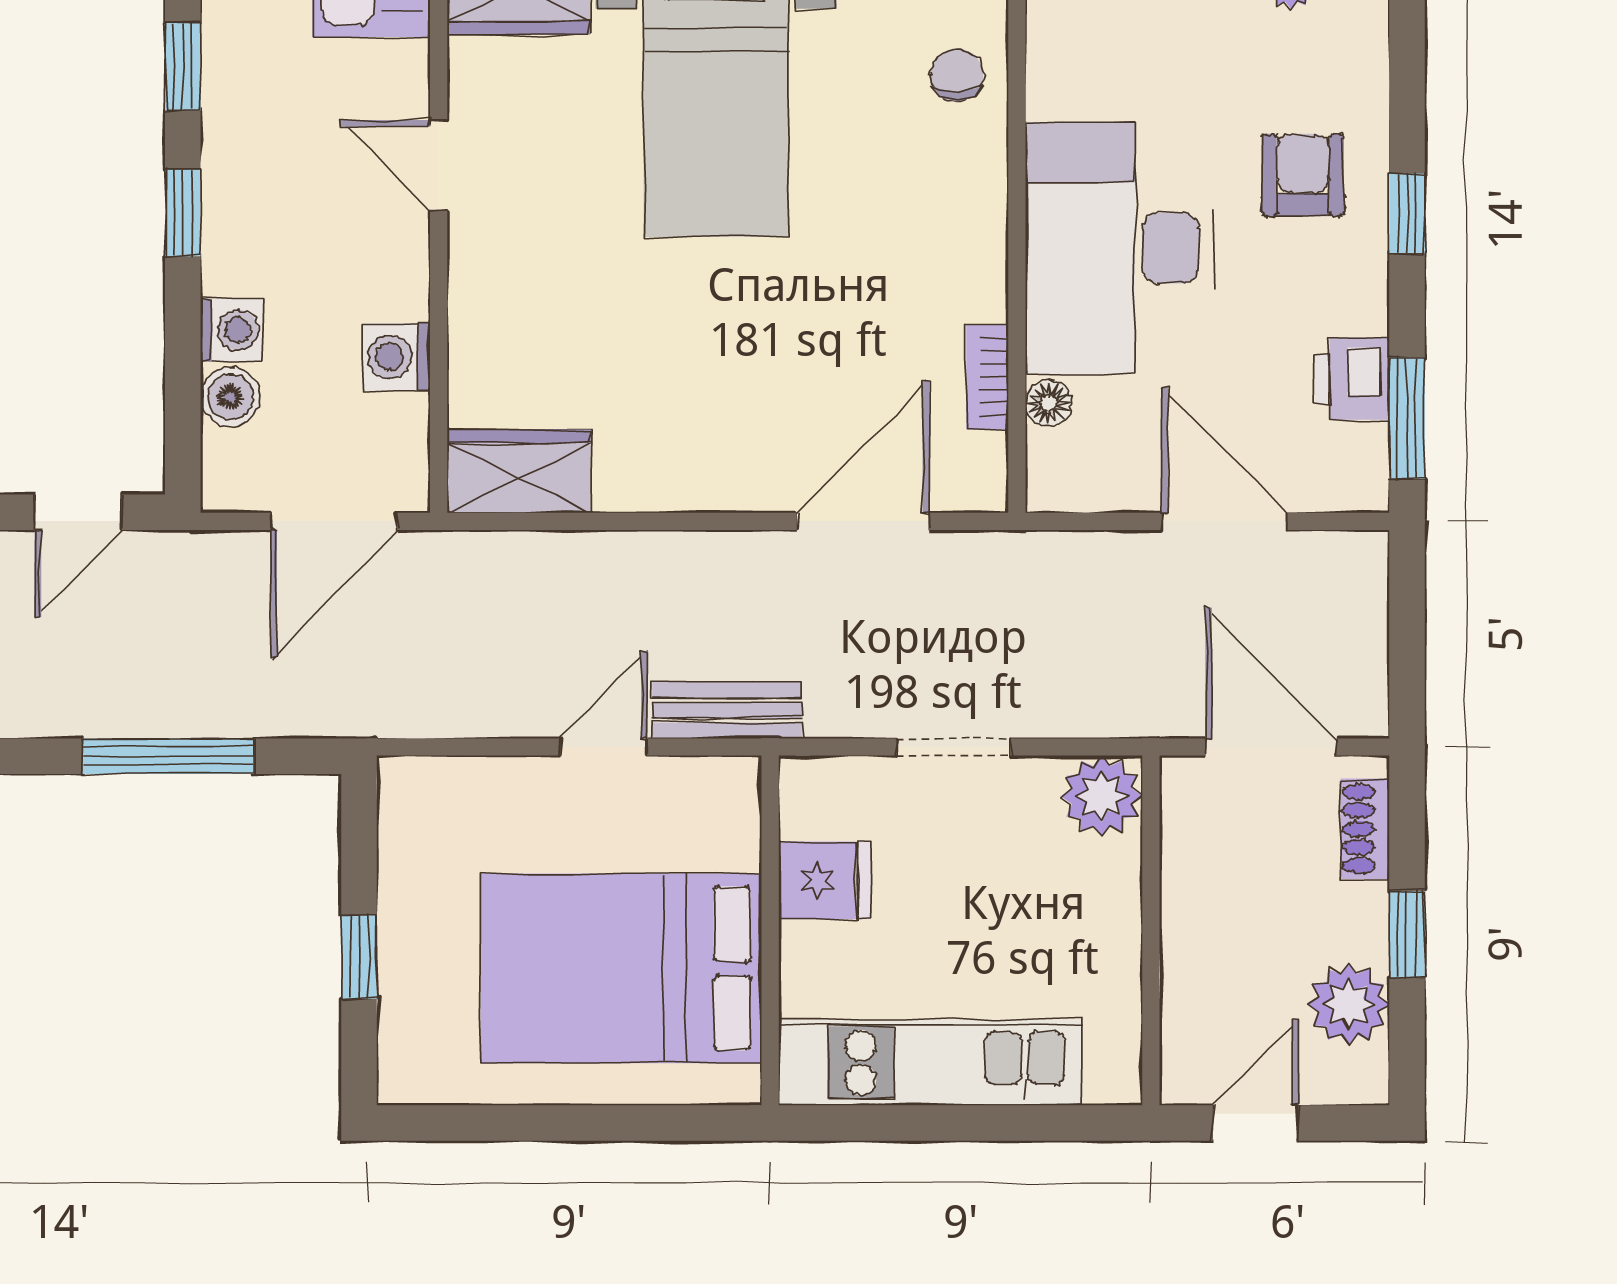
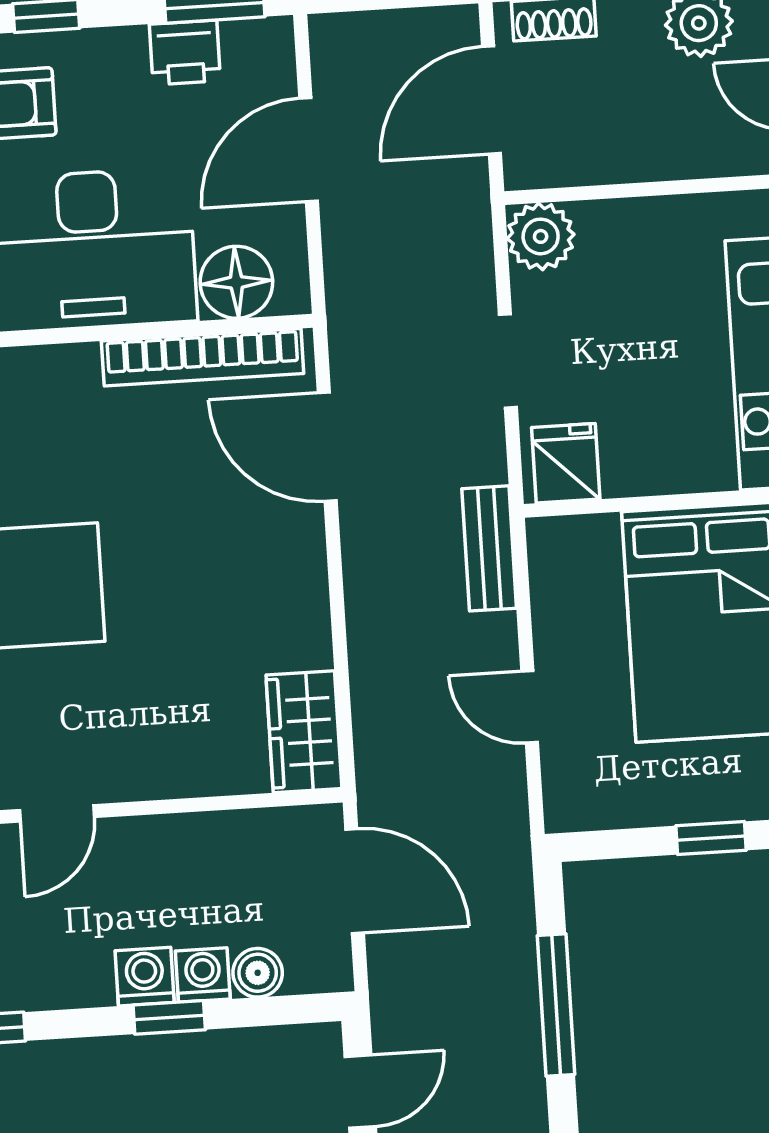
window: (183, 213) -> (169, 1017), moved
washing machine: (396, 357) -> (145, 977), moved, turned 180
bookcase: (987, 377) -> (203, 357), width x2.31, depth x1.31
floor lamp: (1049, 403) -> (236, 282), width x1.89, depth x1.89
door: (78, 512) -> (360, 1091), hinge flipped
door: (604, 747) -> (530, 707), moved
fridge: (825, 880) -> (566, 463), moved

